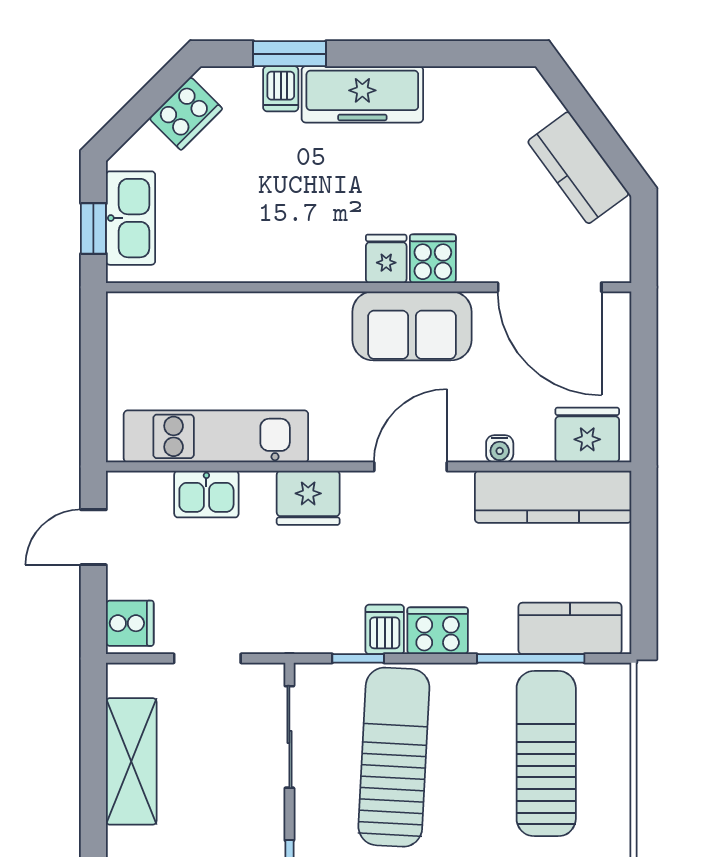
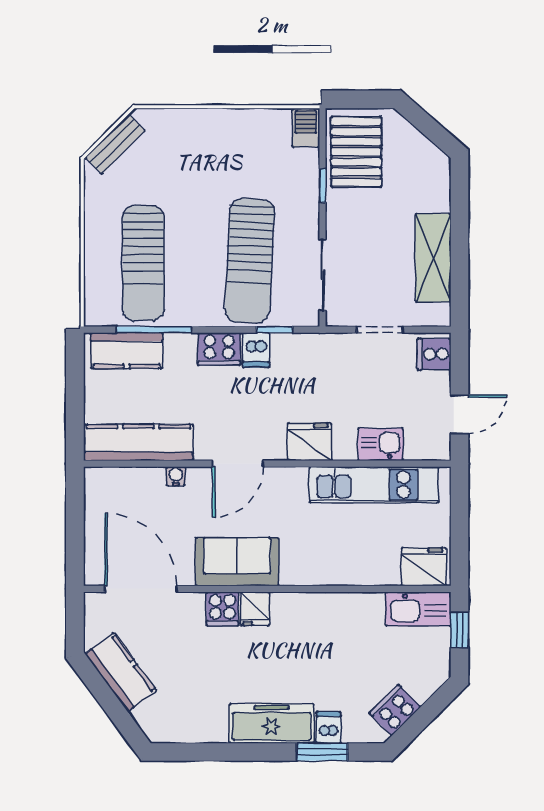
kitchen sink: (131, 218) -> (418, 609), moved, turned -90
fridge: (587, 435) -> (424, 567), moved, turned 180

